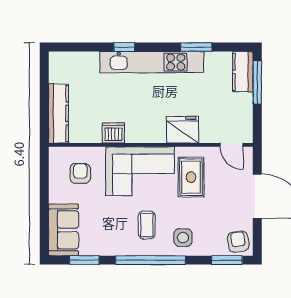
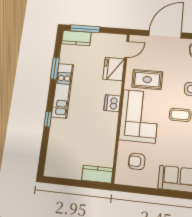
kitchen unit: (152, 62) -> (63, 91), width x0.73
kitchen counter: (58, 113) -> (97, 174), width x0.67
fridge: (183, 130) -> (114, 69), moved
dishwasher: (113, 133) -> (112, 103), moved

